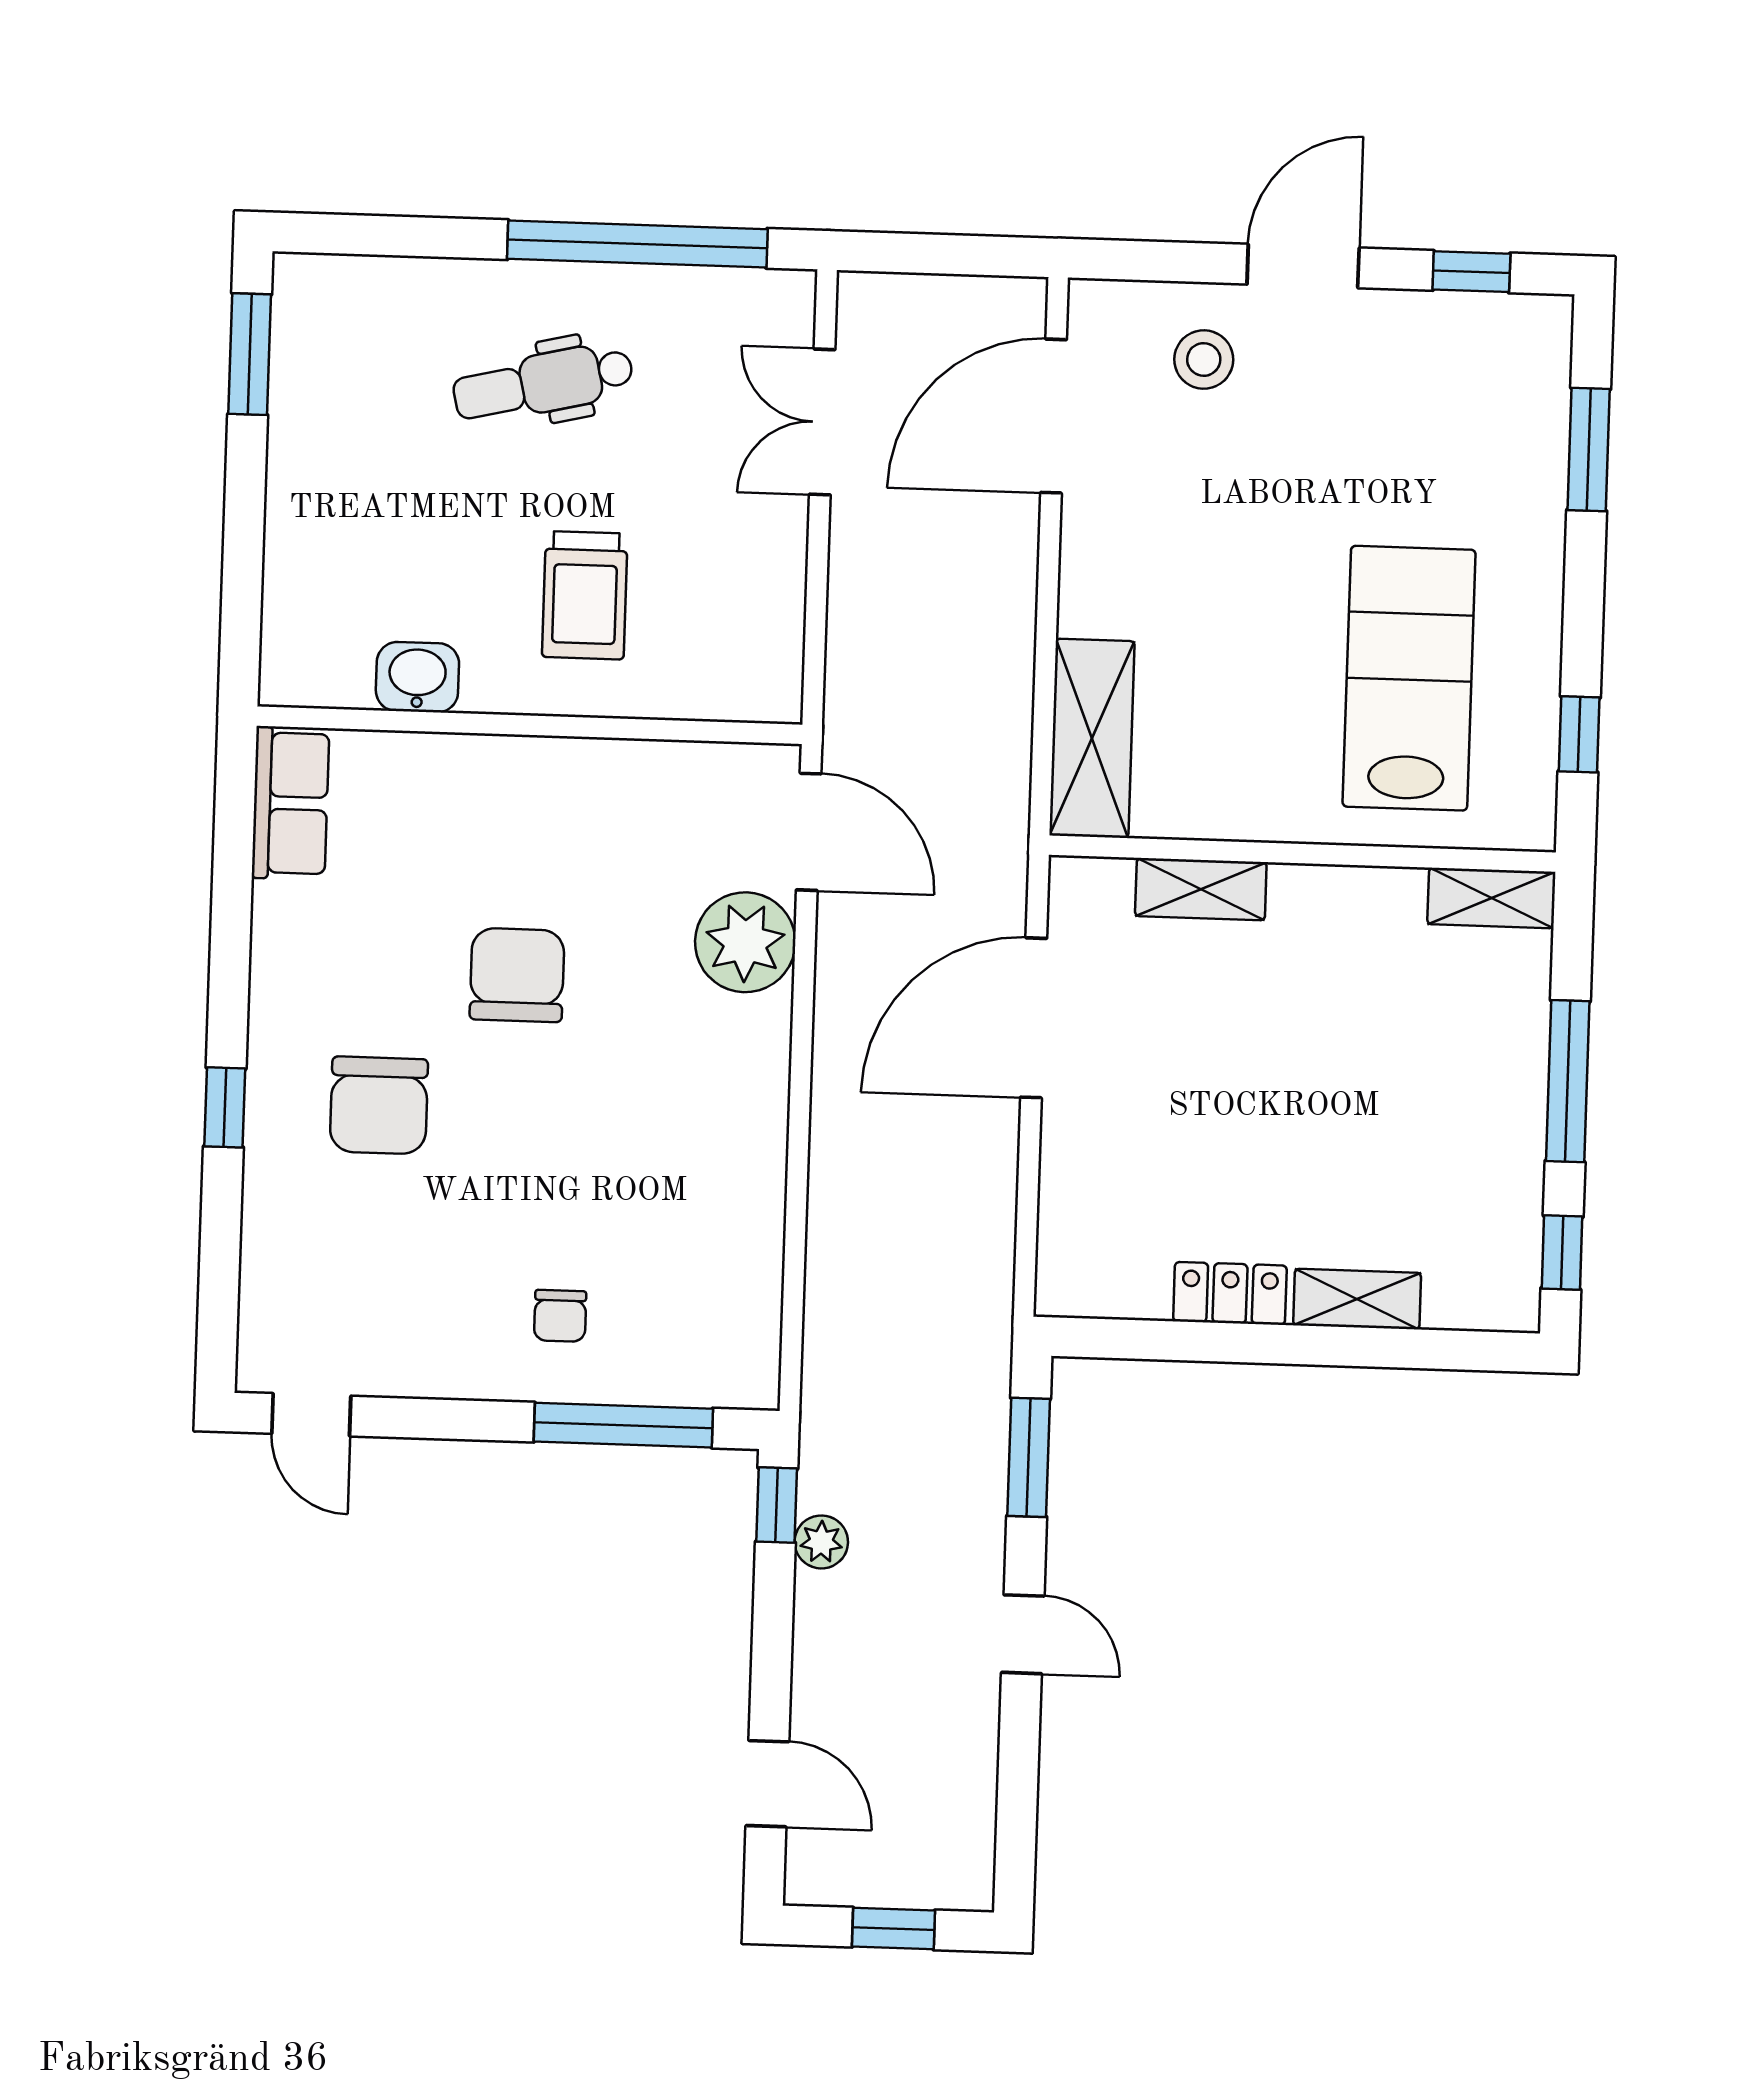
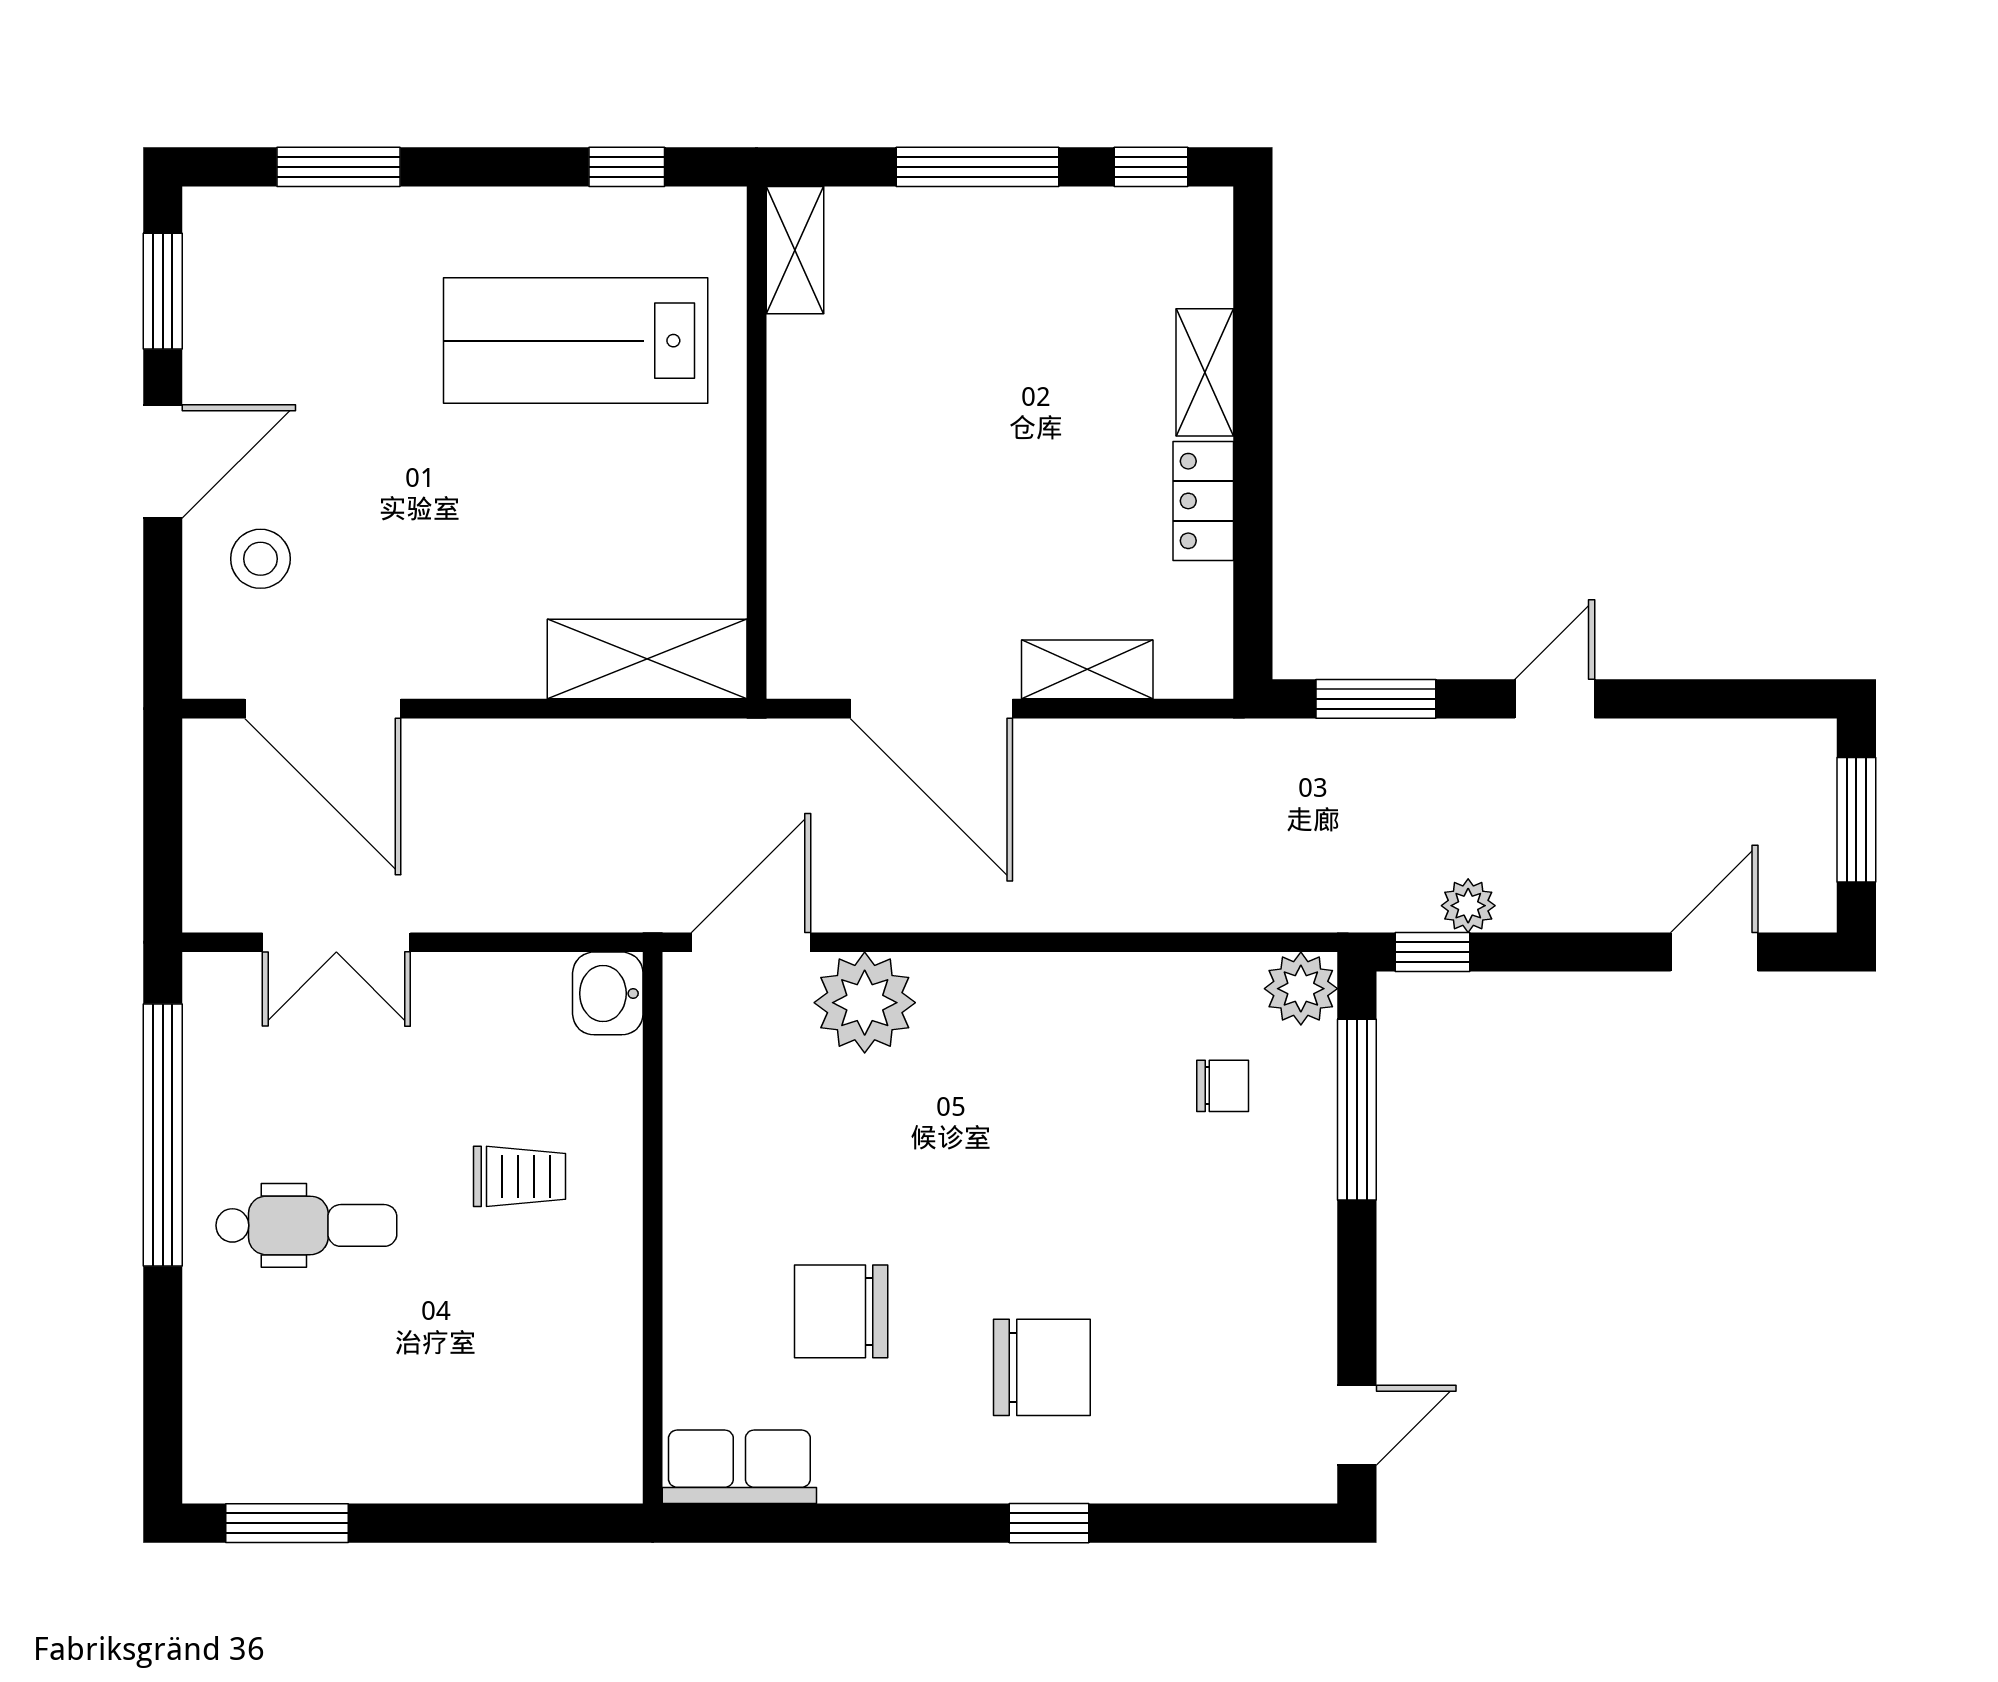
door: (1303, 266) -> (163, 462), swing flipped
window: (1471, 272) -> (163, 291), width x1.50
dental chair: (543, 383) -> (306, 1225), turned -77
trolley: (585, 595) -> (519, 1176), width x0.73, depth x0.72
washbasin: (417, 677) -> (608, 993), moved
shelving: (1201, 889) -> (1087, 669), moved, turned 90
chair: (517, 975) -> (841, 1311), moved
chair: (560, 1316) -> (1223, 1086), moved
plant: (745, 1374) -> (1301, 989), added
window: (893, 1929) -> (1856, 820), width x1.50

